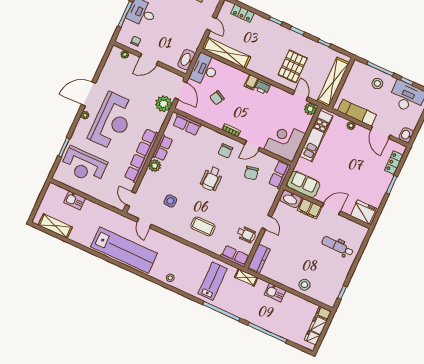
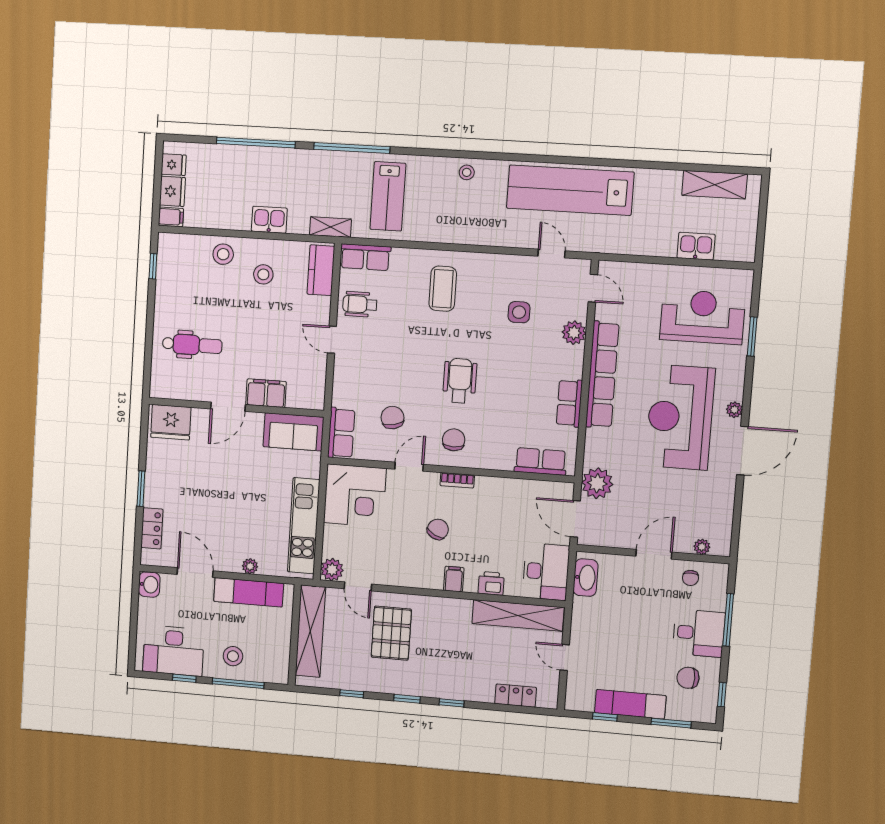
printer: (263, 87) -> (491, 583), moved
chair: (217, 98) -> (438, 529), moved
plant: (155, 166) -> (574, 333), moved
washbasin: (290, 199) -> (306, 398), removed
coffee table: (203, 226) -> (443, 289), turned 90
stool: (288, 267) -> (263, 274), added

